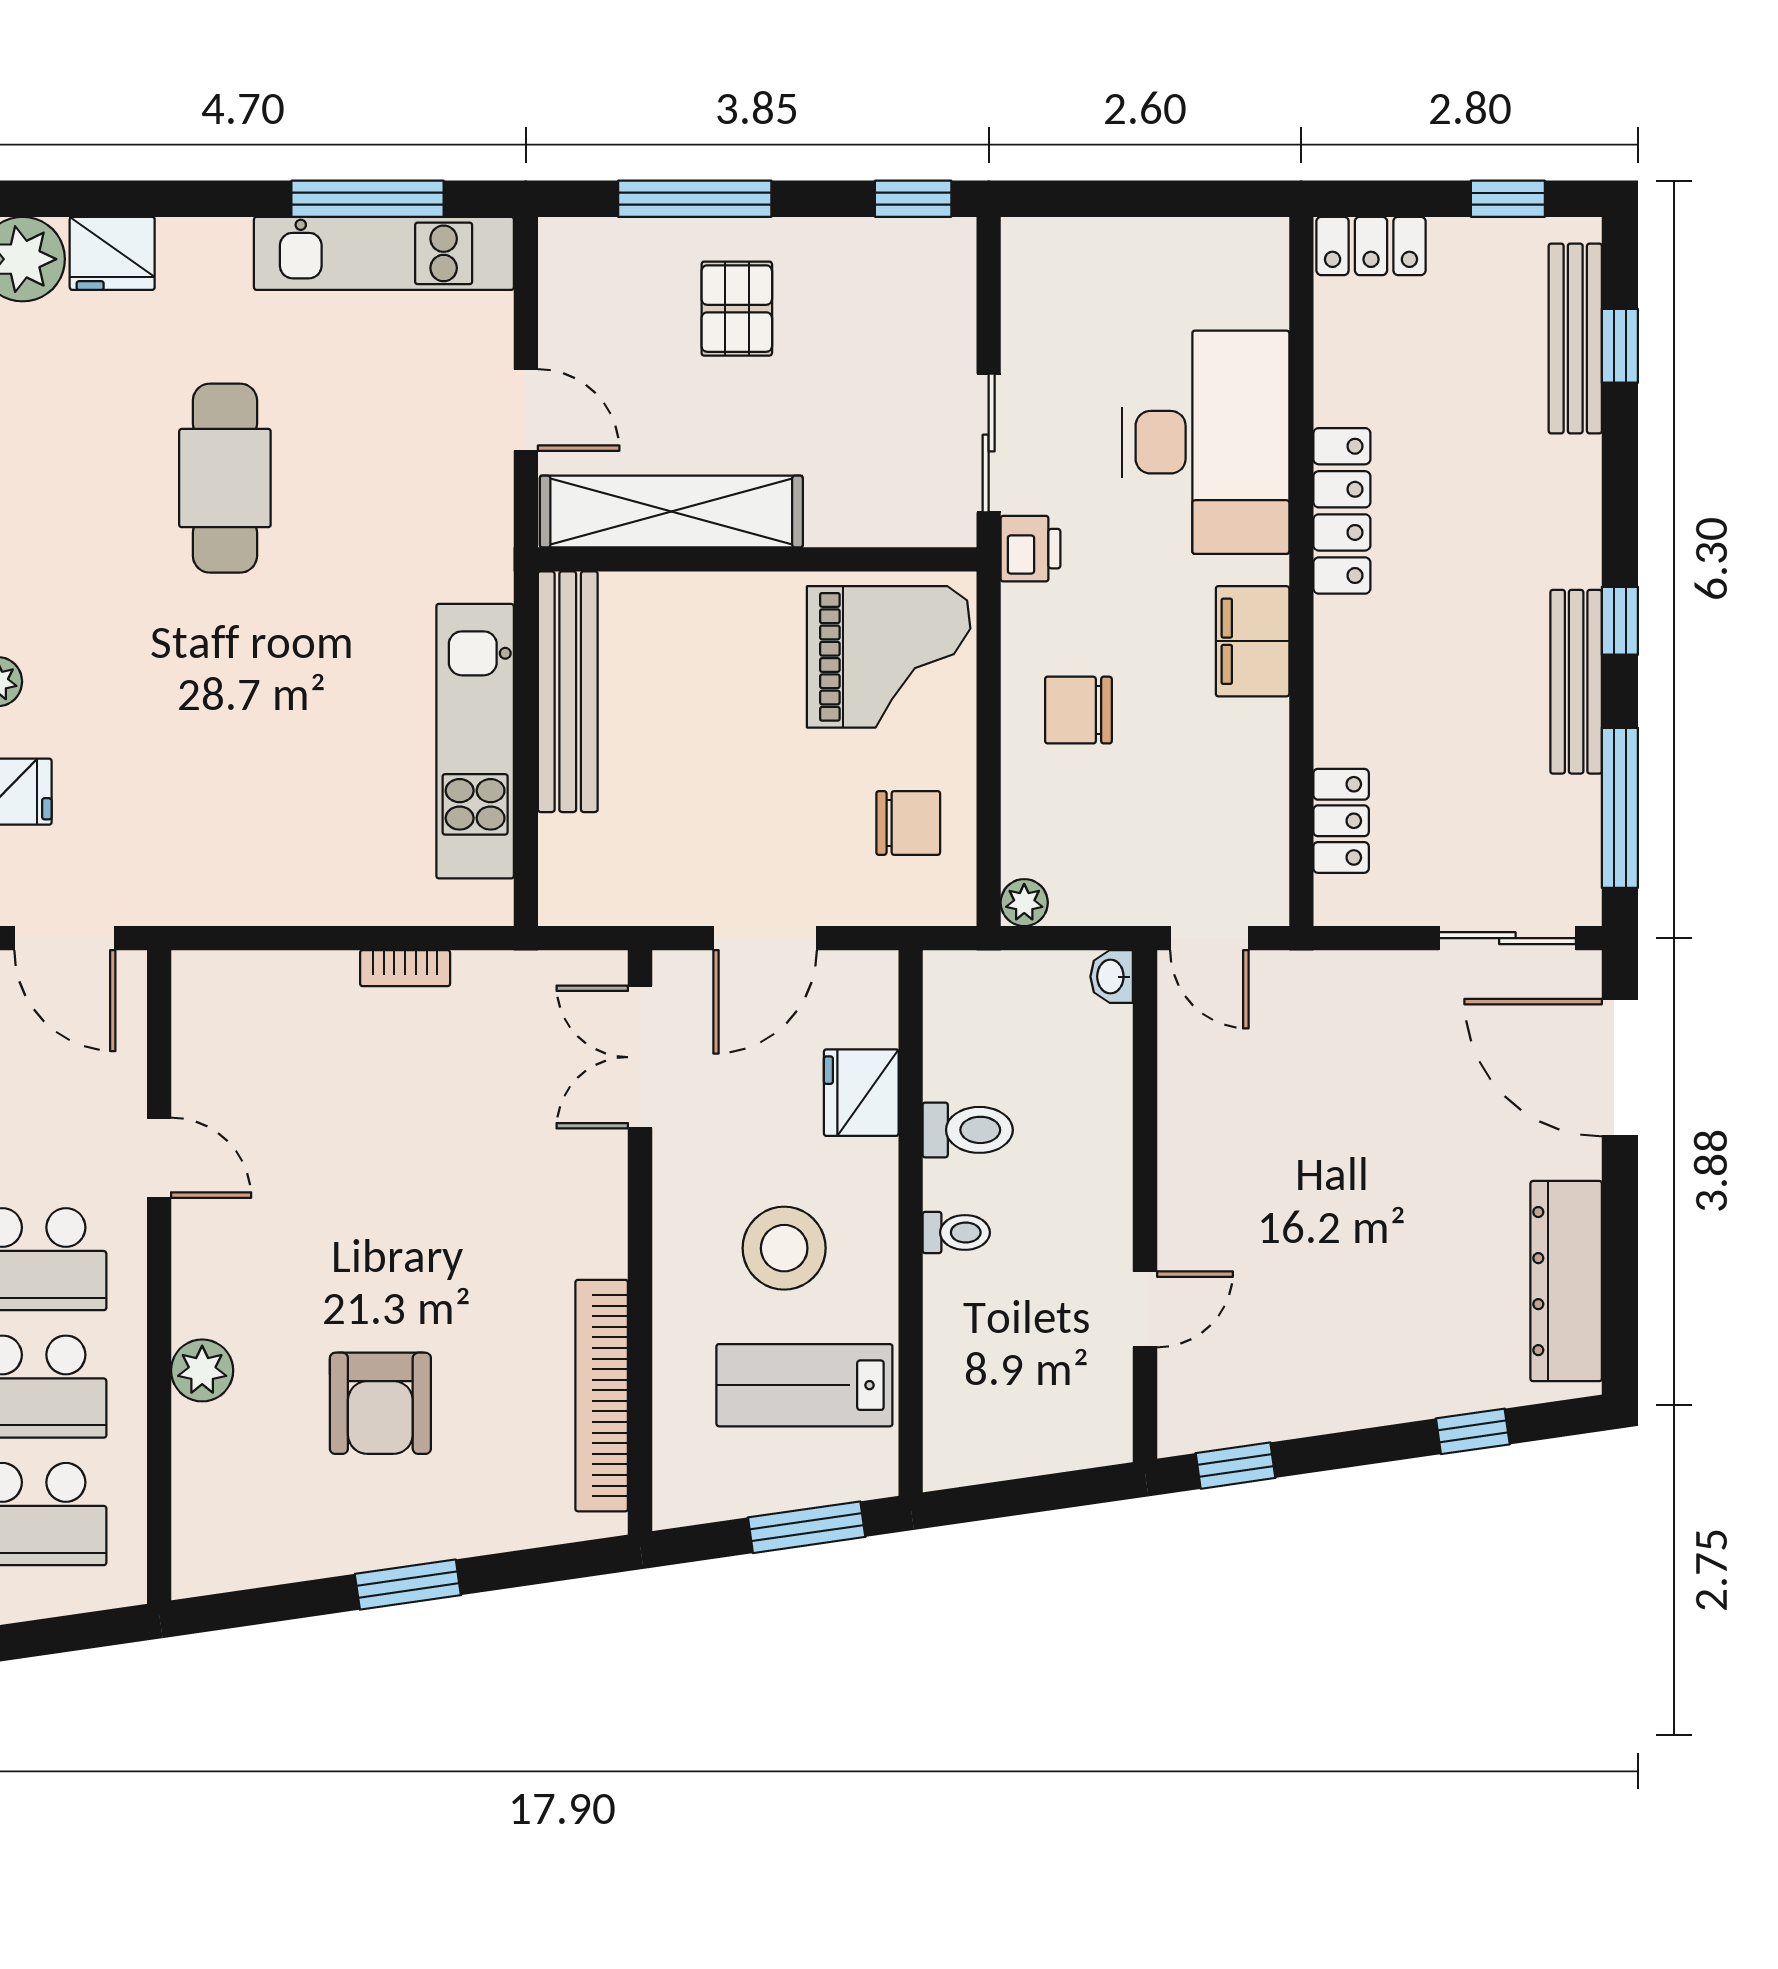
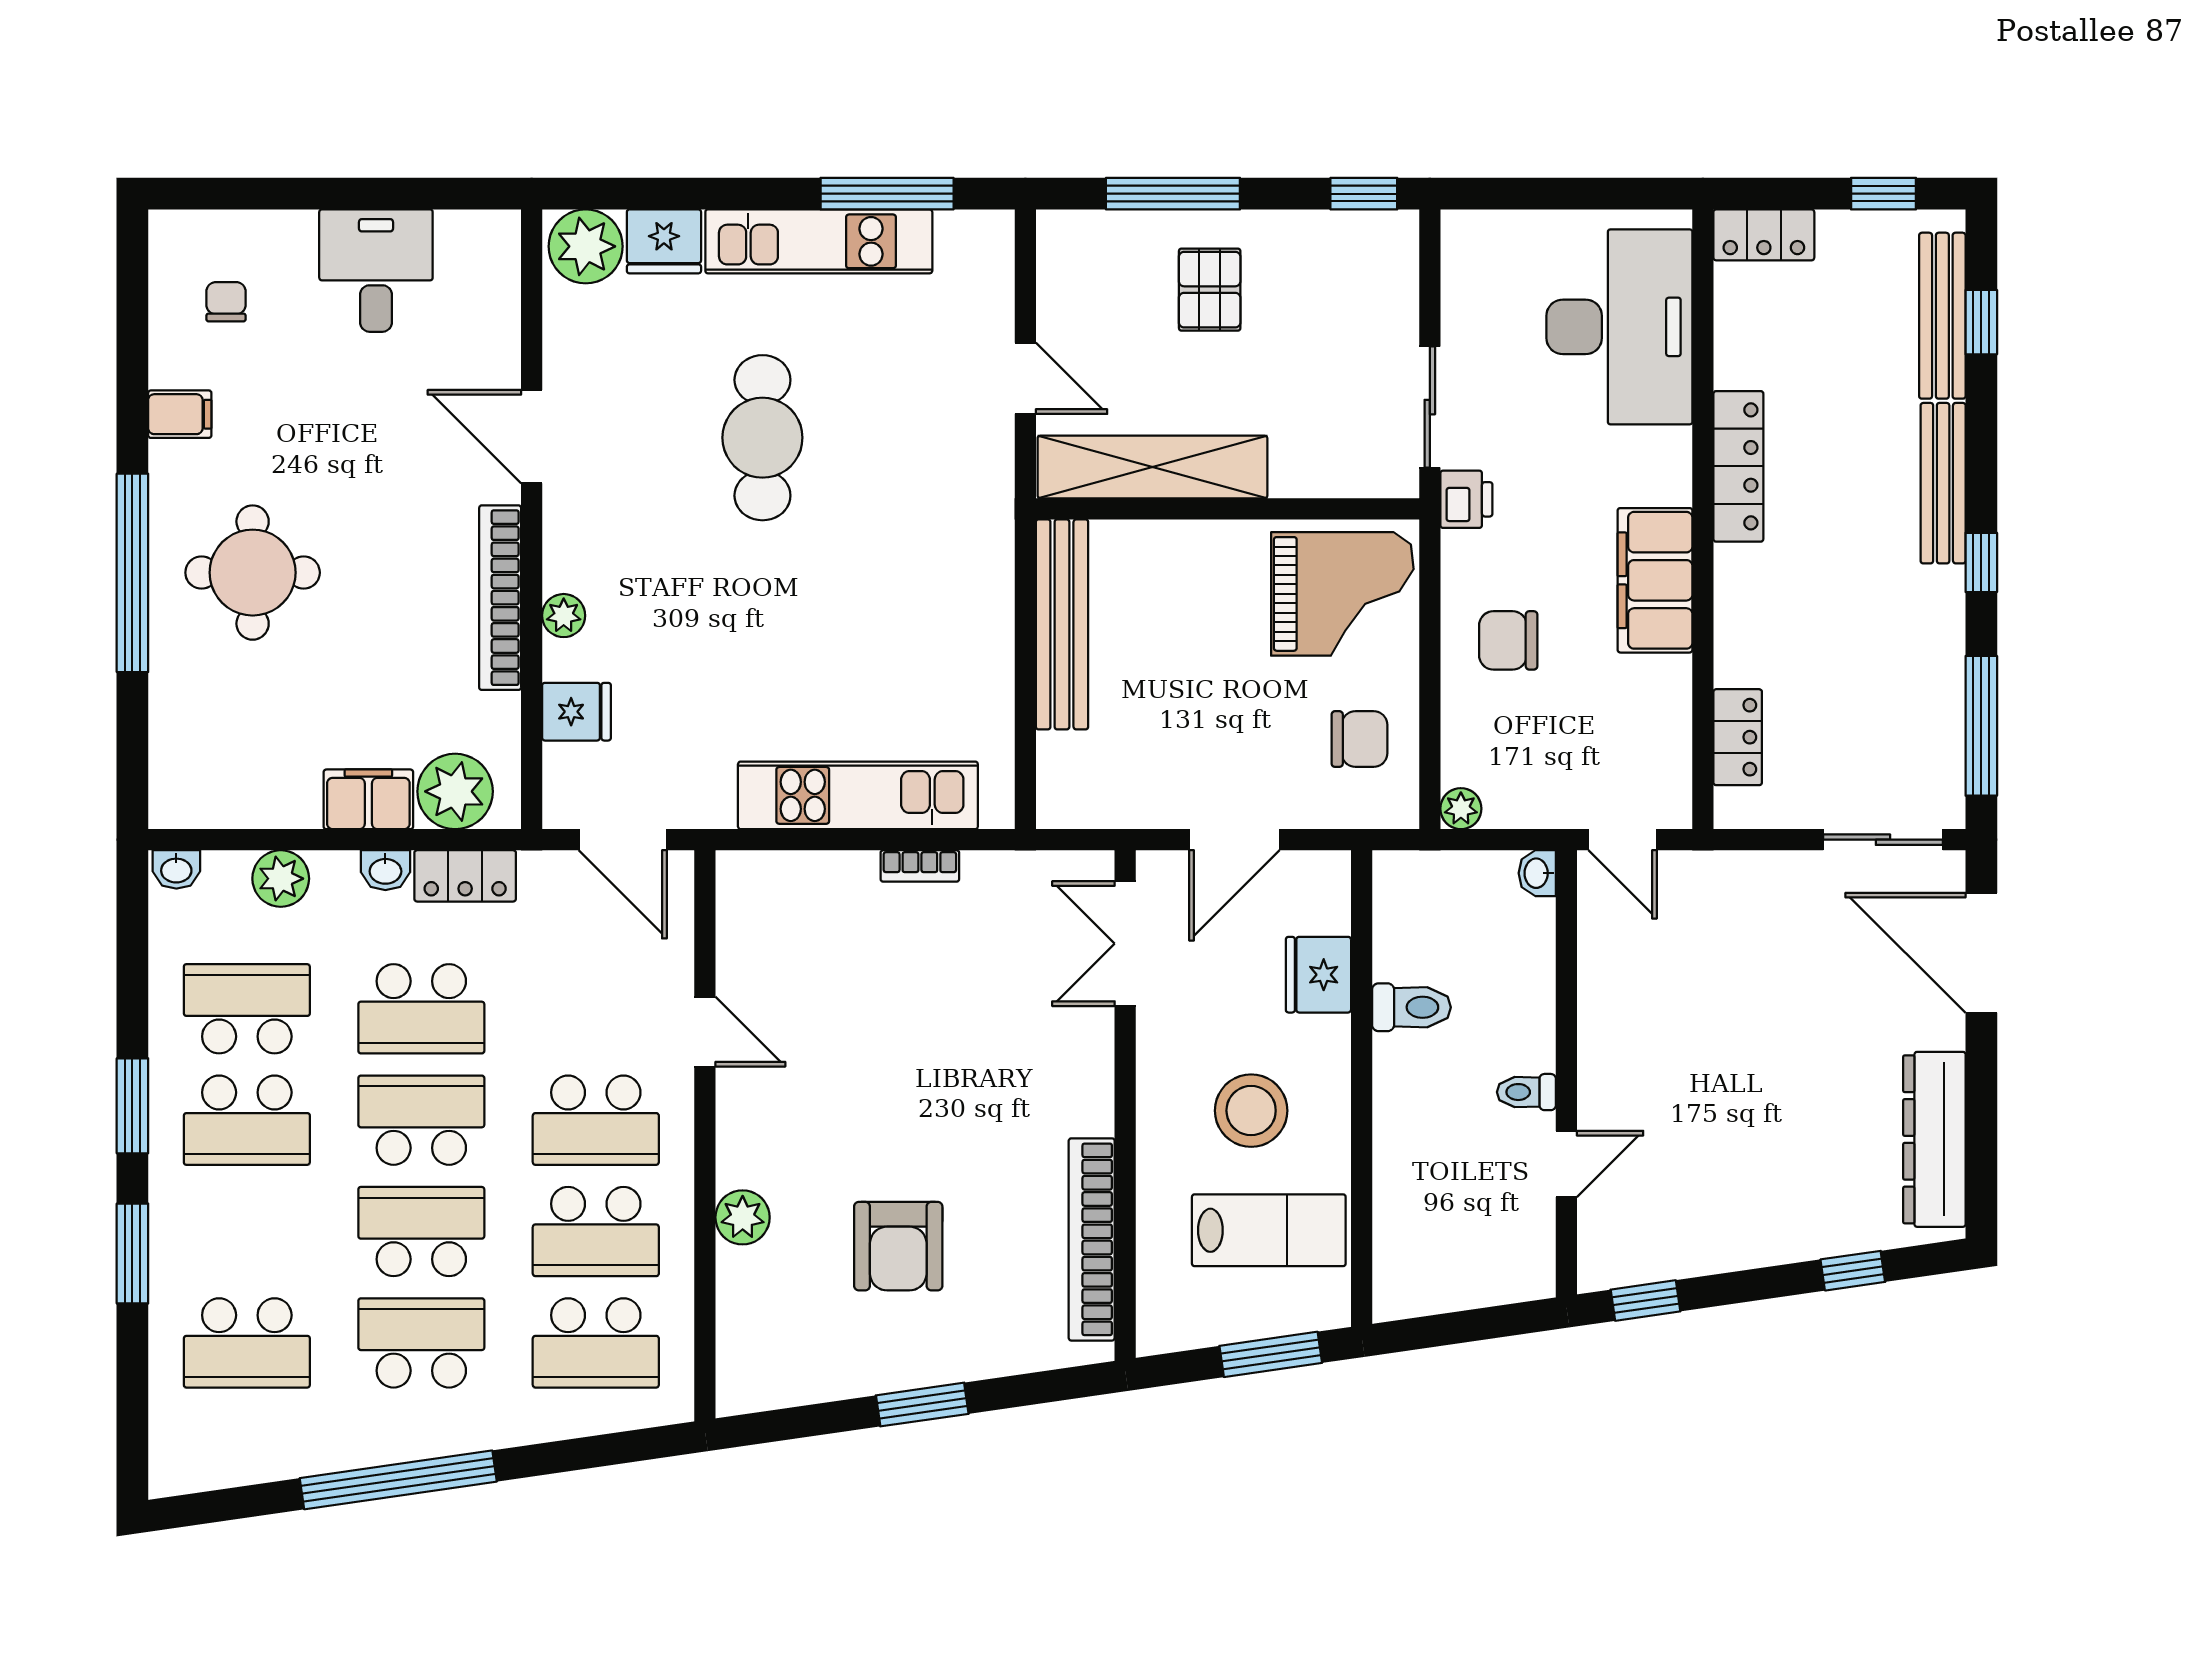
kitchen unit: (384, 253) -> (819, 241), moved
desk: (1206, 442) -> (1619, 327), moved
filing cabinet: (1253, 641) -> (1655, 580), width x1.50, depth x1.17
bench: (1576, 682) -> (1943, 483), moved
kitchen unit: (475, 741) -> (858, 795), moved, turned 90
toilet: (956, 1232) -> (1526, 1092), moved, turned 180
lab bench: (804, 1385) -> (1269, 1230), turned 180

